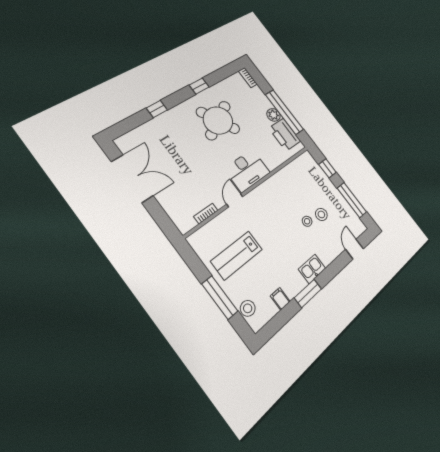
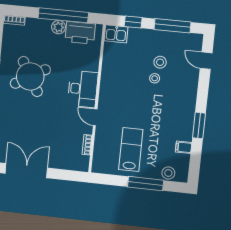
lab bench: (237, 255) -> (131, 150), turned 180
kitchen sink: (312, 269) -> (116, 34), moved, turned -90

